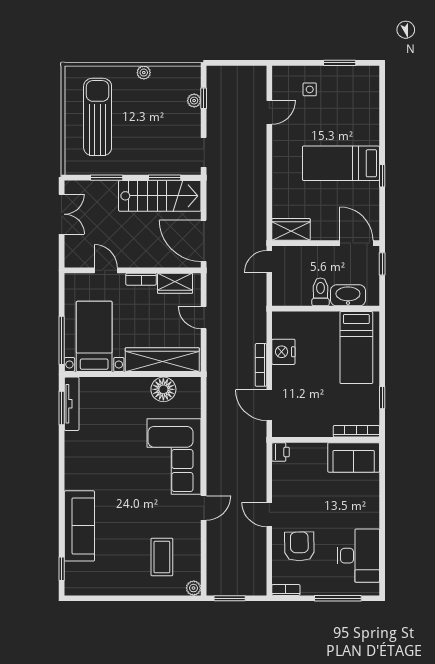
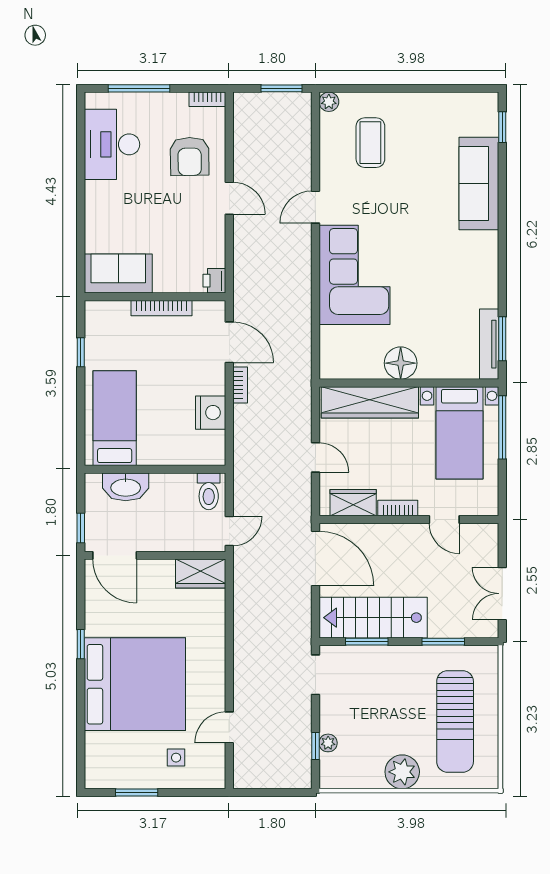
plant: (144, 73) -> (402, 772), width x1.88, depth x1.88
bed: (341, 163) -> (135, 684), width x2.04
toilet: (320, 292) -> (209, 491), moved
bookcase: (261, 365) -> (240, 385), width x0.64
floor lamp: (163, 389) -> (401, 363), moved
bookcase: (356, 431) -> (162, 308), moved

